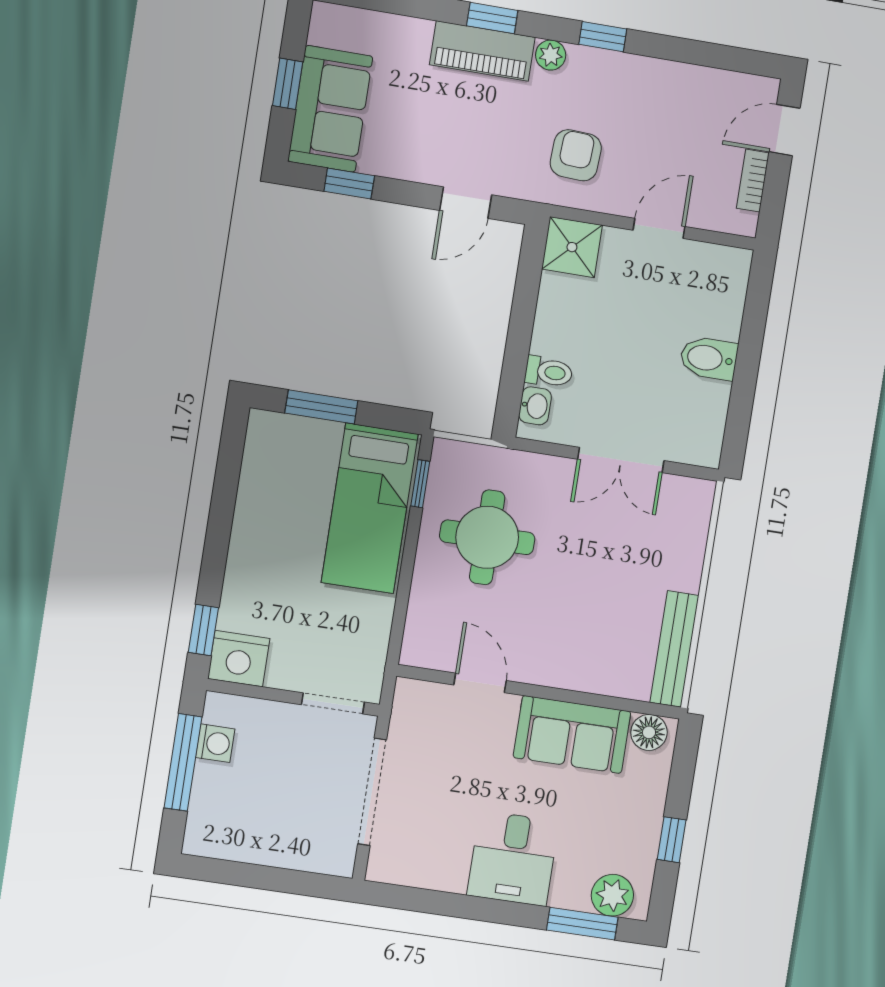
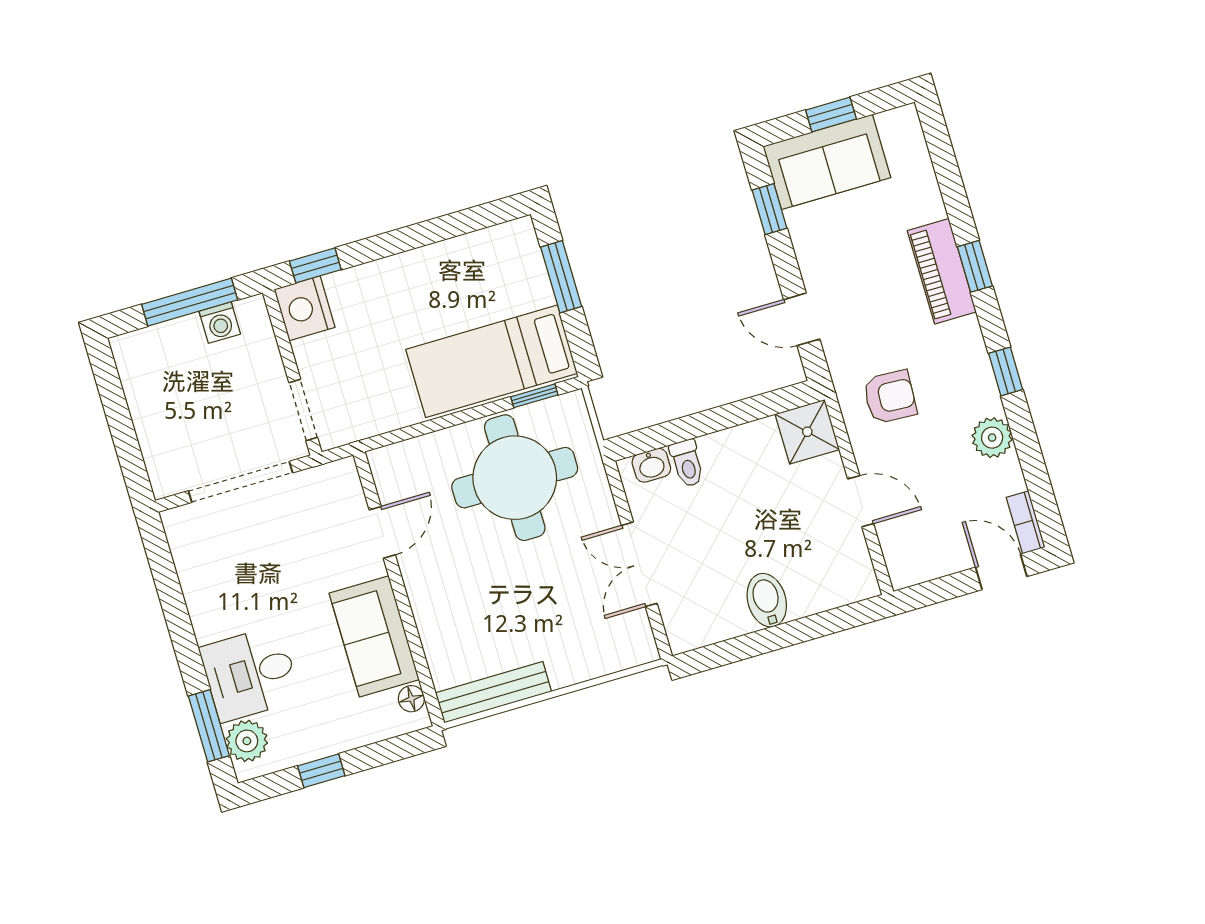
plant: (551, 55) -> (992, 438), moved, width x1.38, depth x1.38
bookcase: (753, 181) -> (1026, 522), moved, turned -90
round table: (487, 537) -> (515, 478), width x1.36, depth x1.36
floor lamp: (649, 732) -> (411, 699), width x0.73, depth x0.73
desk: (513, 858) -> (250, 674), moved

